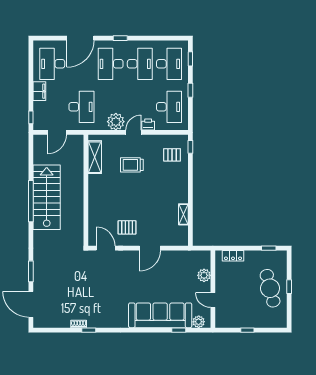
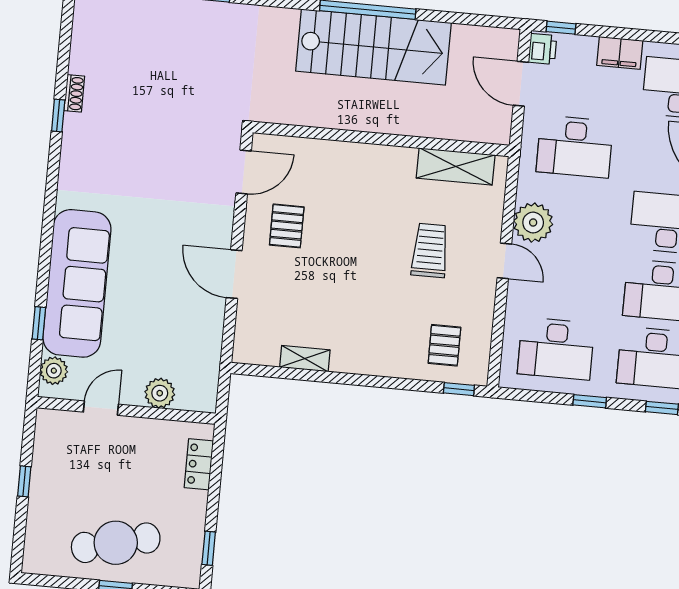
printer: (148, 125) -> (543, 49), moved

